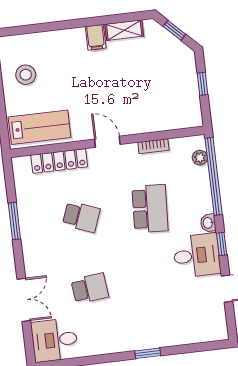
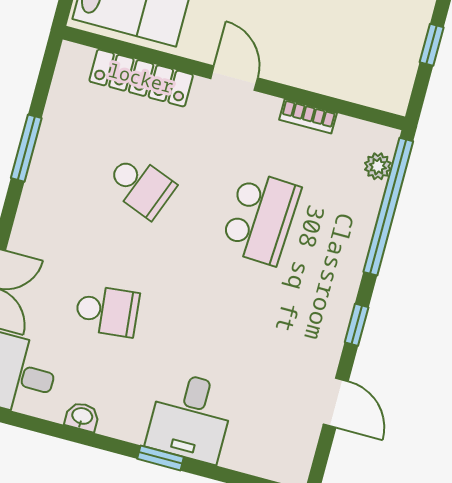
washbasin: (208, 223) -> (82, 417), moved, turned 90
desk: (197, 255) -> (191, 417), moved, turned 90

